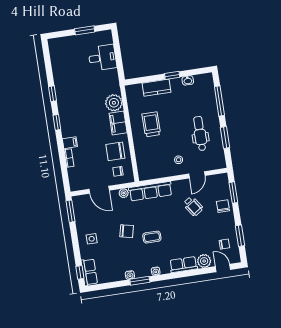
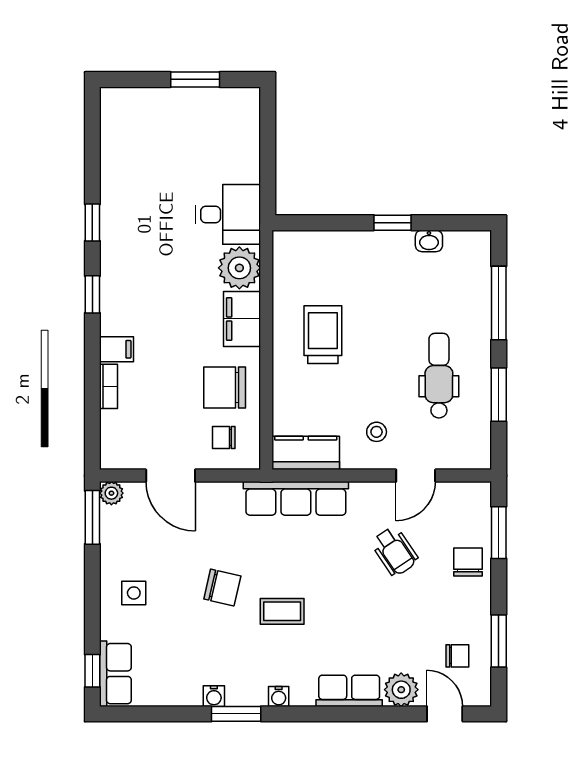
desk: (102, 58) -> (228, 214), moved
kitchen counter: (157, 88) -> (306, 453), moved, turned 180
plant: (124, 193) -> (111, 493), moved

